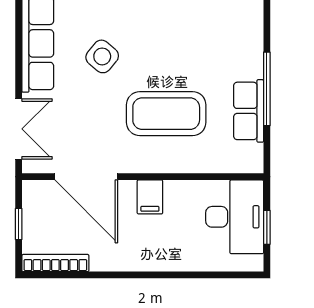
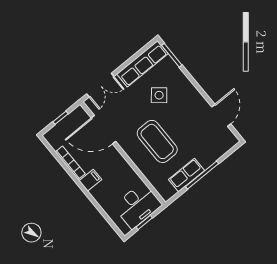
door: (86, 177) -> (103, 130), hinge flipped
filing cabinet: (150, 197) -> (90, 180), moved, turned 180
bookcase: (55, 263) -> (70, 163), moved

